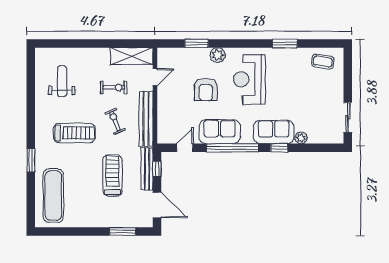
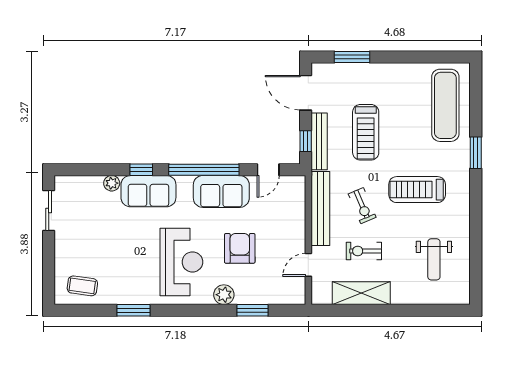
shelving: (132, 56) -> (361, 293), moved

